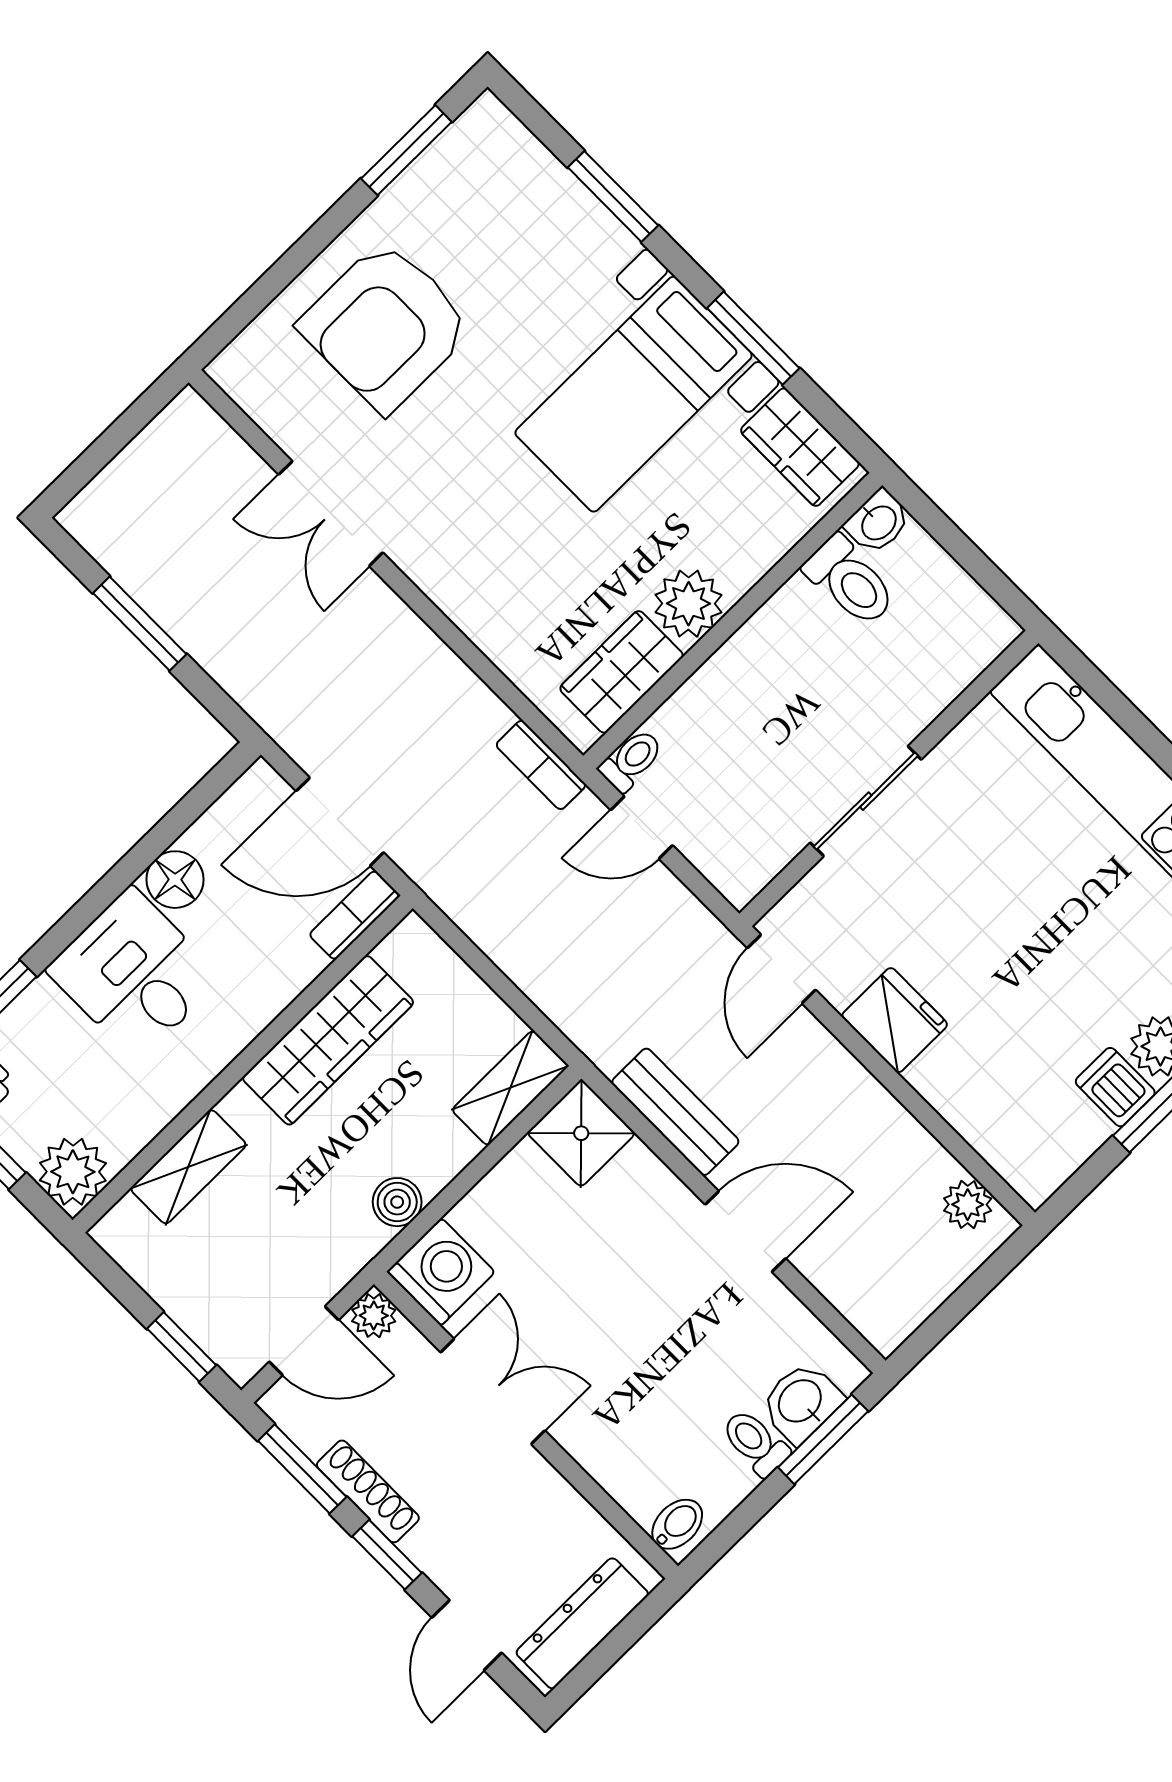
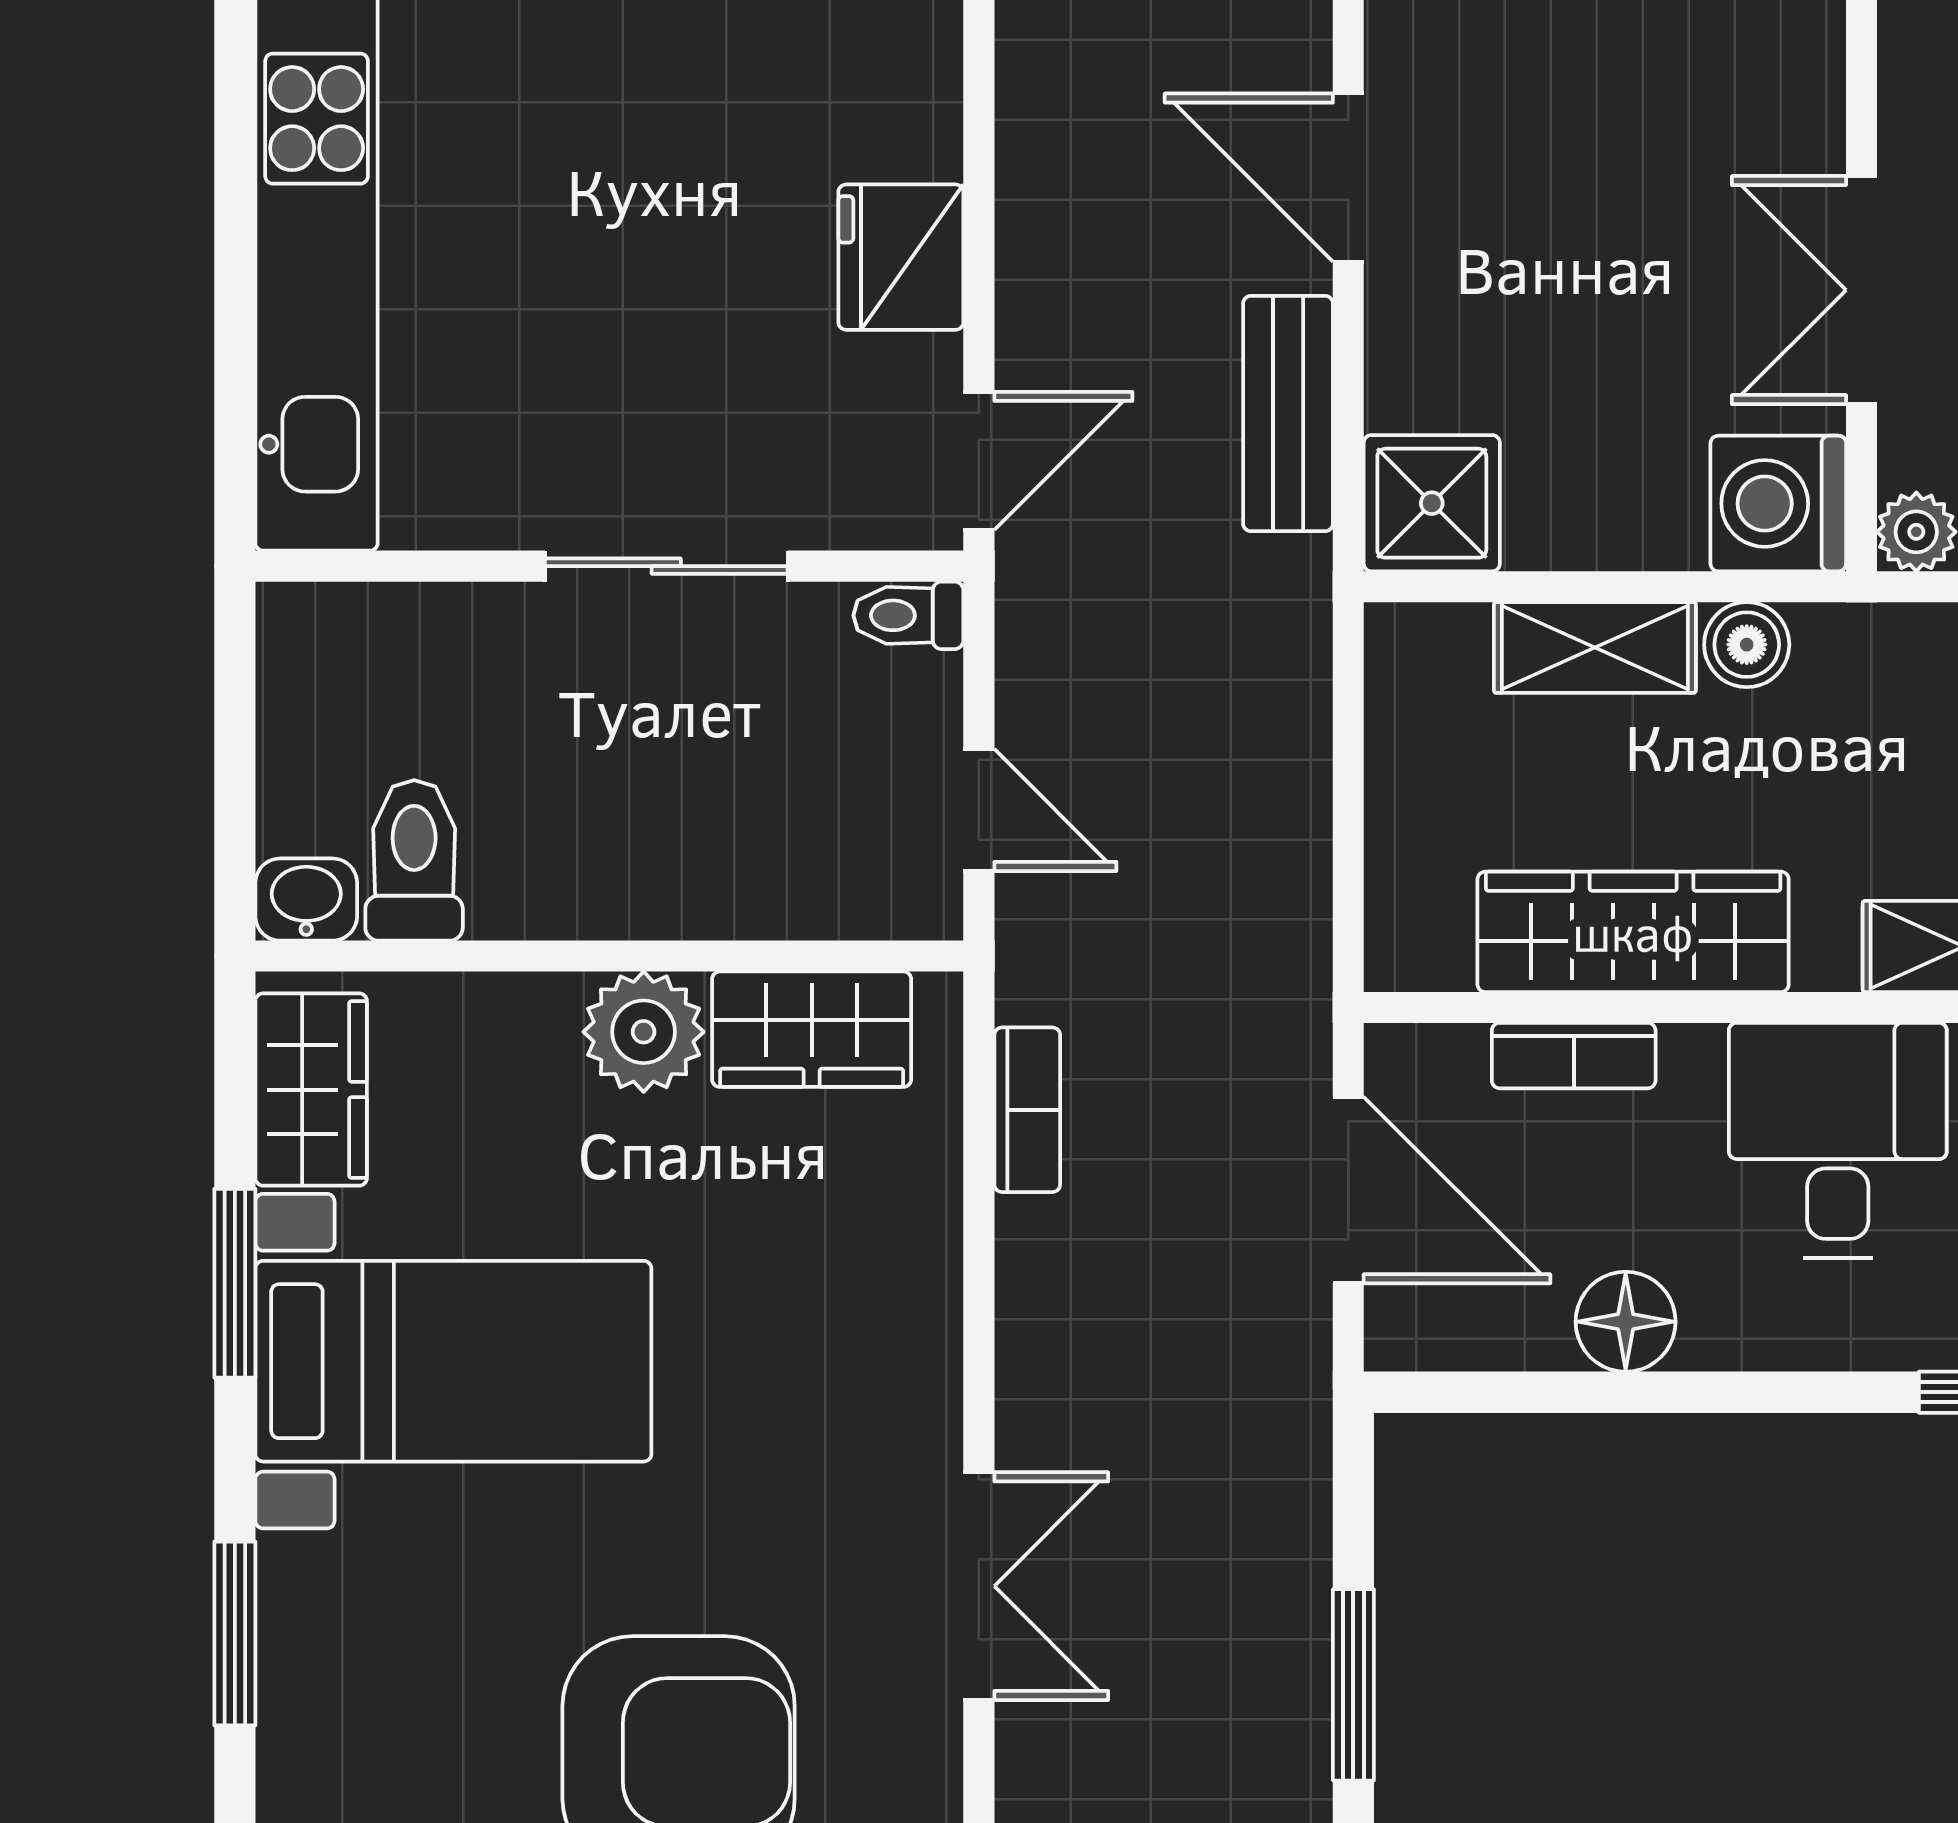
toilet: (631, 760) -> (908, 615), moved
bookcase: (541, 765) -> (1027, 1110), moved
bookcase: (354, 915) -> (1574, 1056), moved
desk: (134, 974) -> (1838, 1140), moved, turned 180
shelving: (510, 1088) -> (1595, 648), moved

